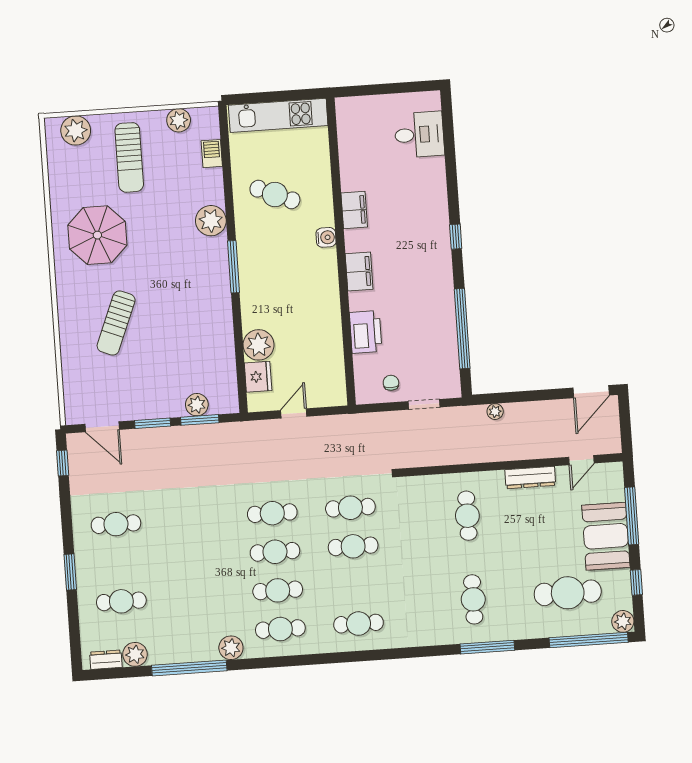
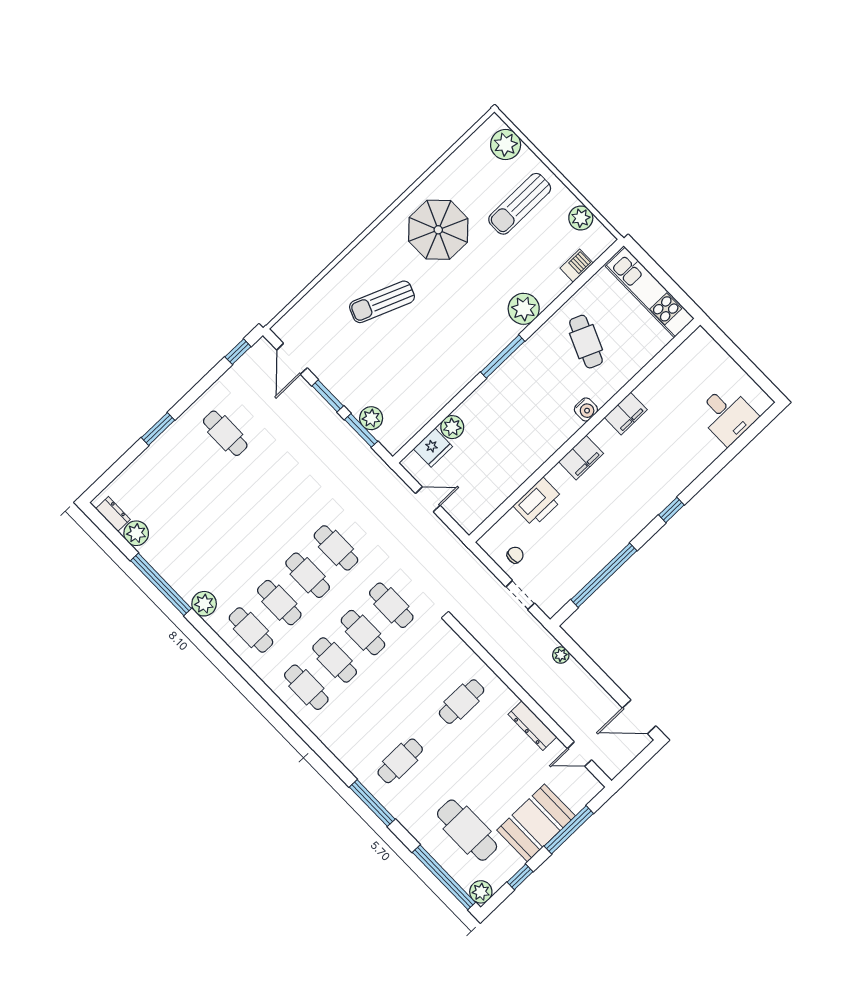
plant: (259, 345) -> (452, 427), width x0.73, depth x0.73
cafe table: (121, 601) -> (335, 660), moved

